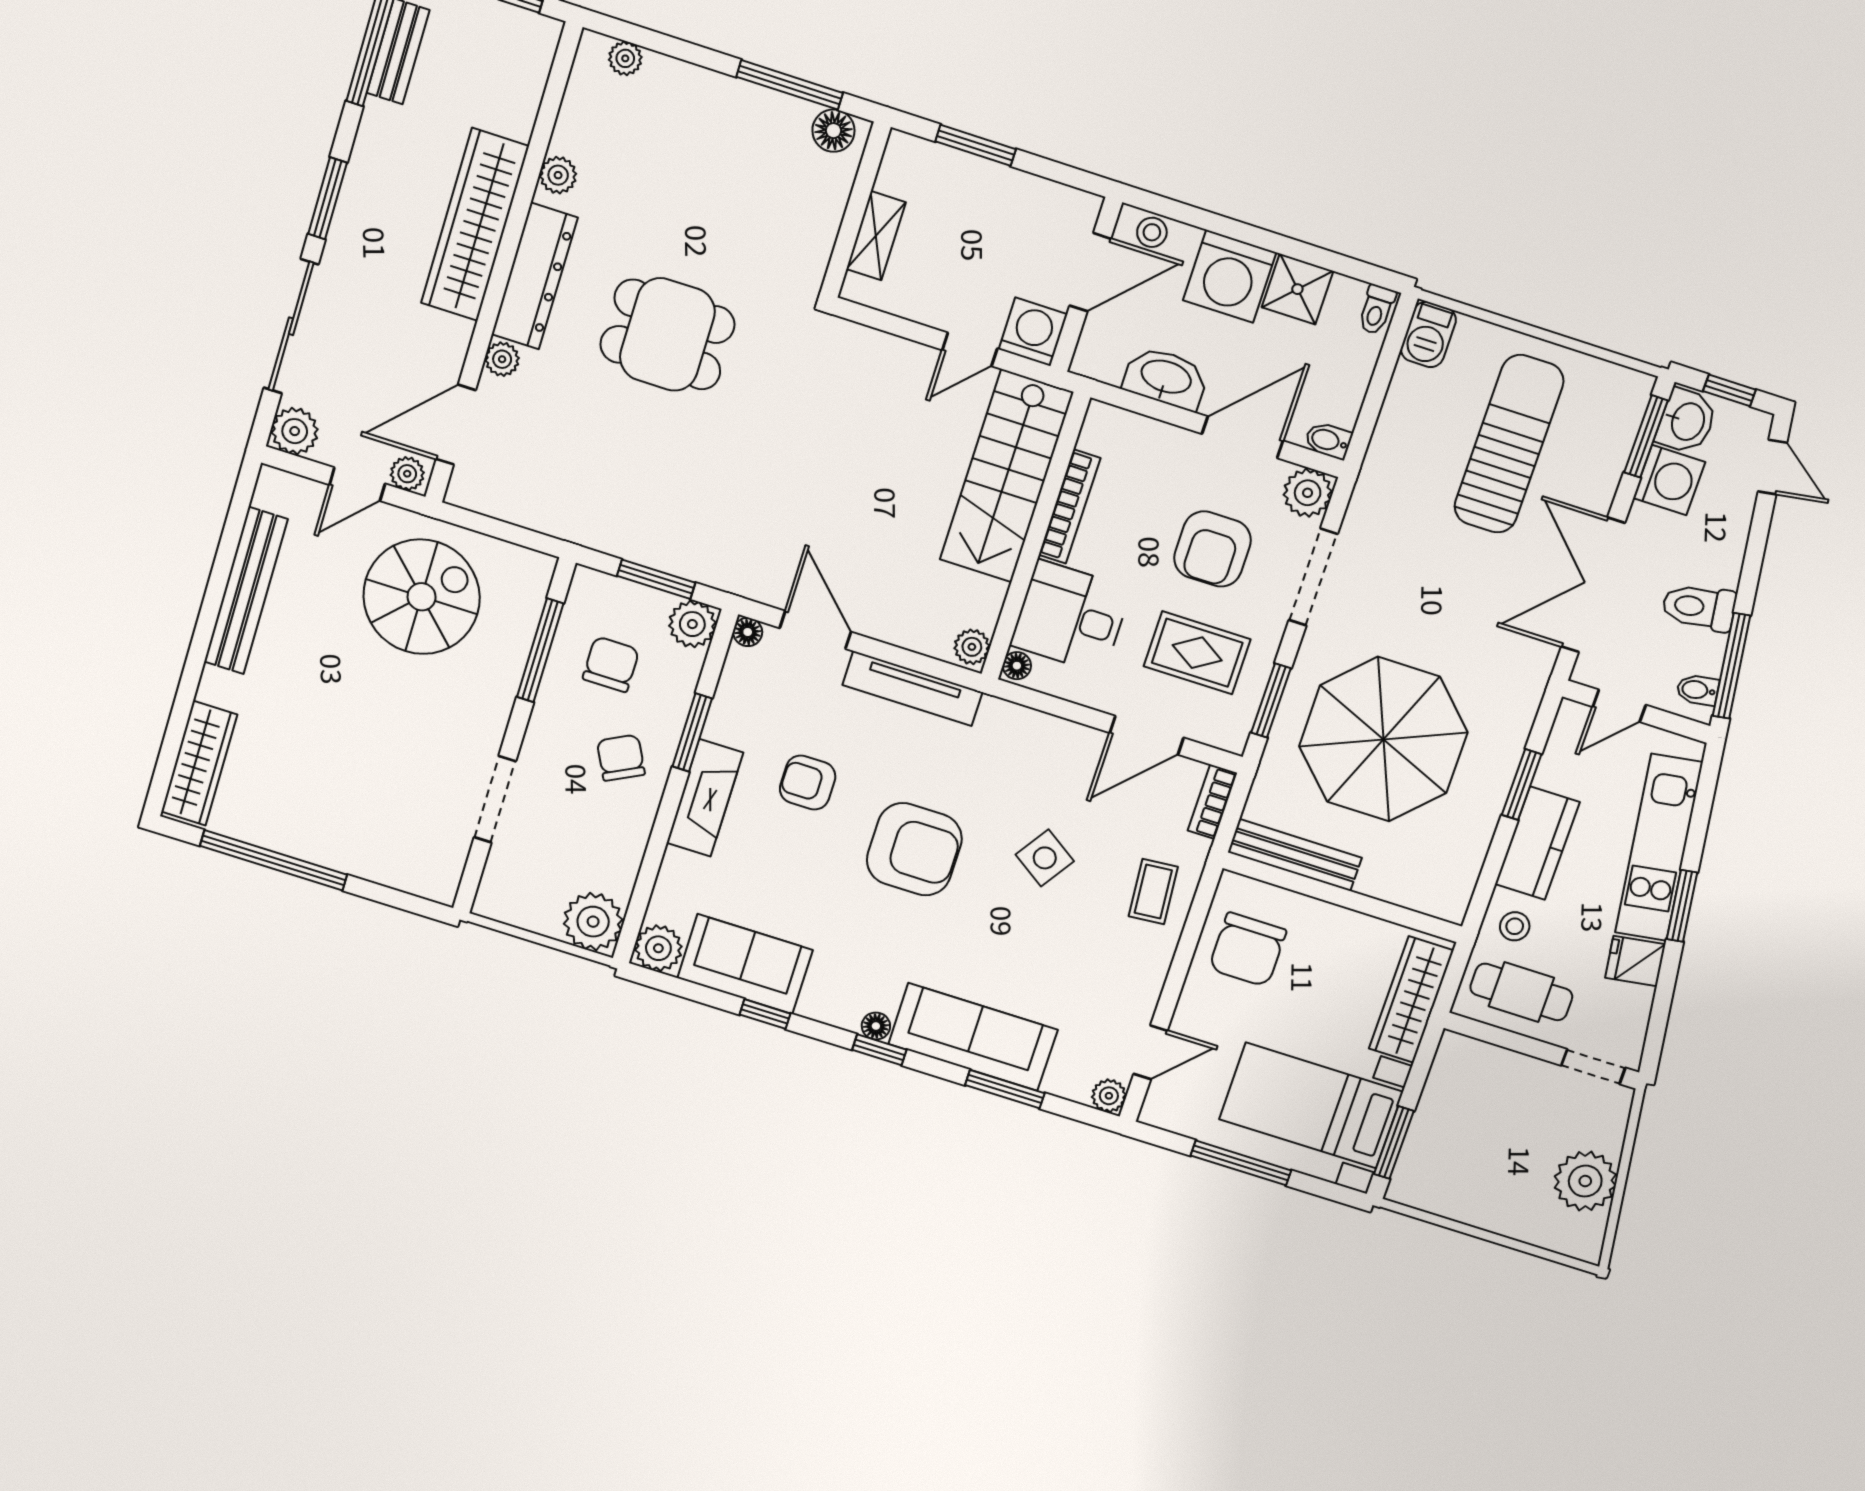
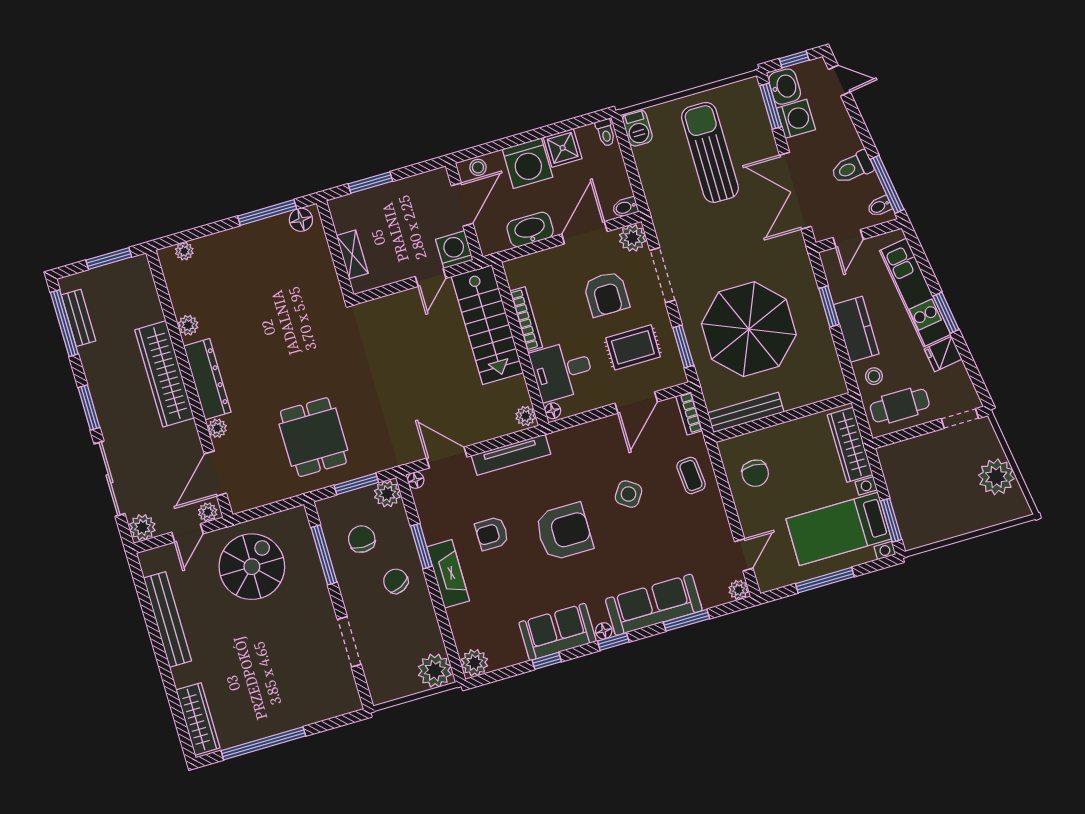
dining table: (667, 334) -> (313, 437), moved, turned 90
chair: (1248, 949) -> (755, 473), width x0.73, depth x0.73
sofa: (745, 964) -> (557, 632), moved

